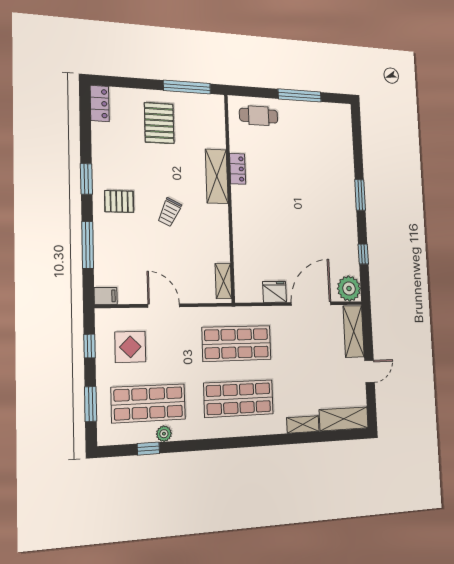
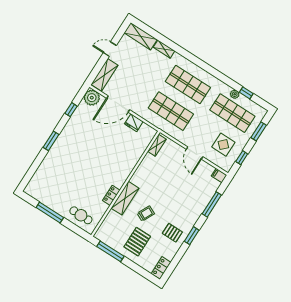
pallet: (119, 201) -> (172, 233), moved
trolley: (169, 212) -> (146, 214), moved

